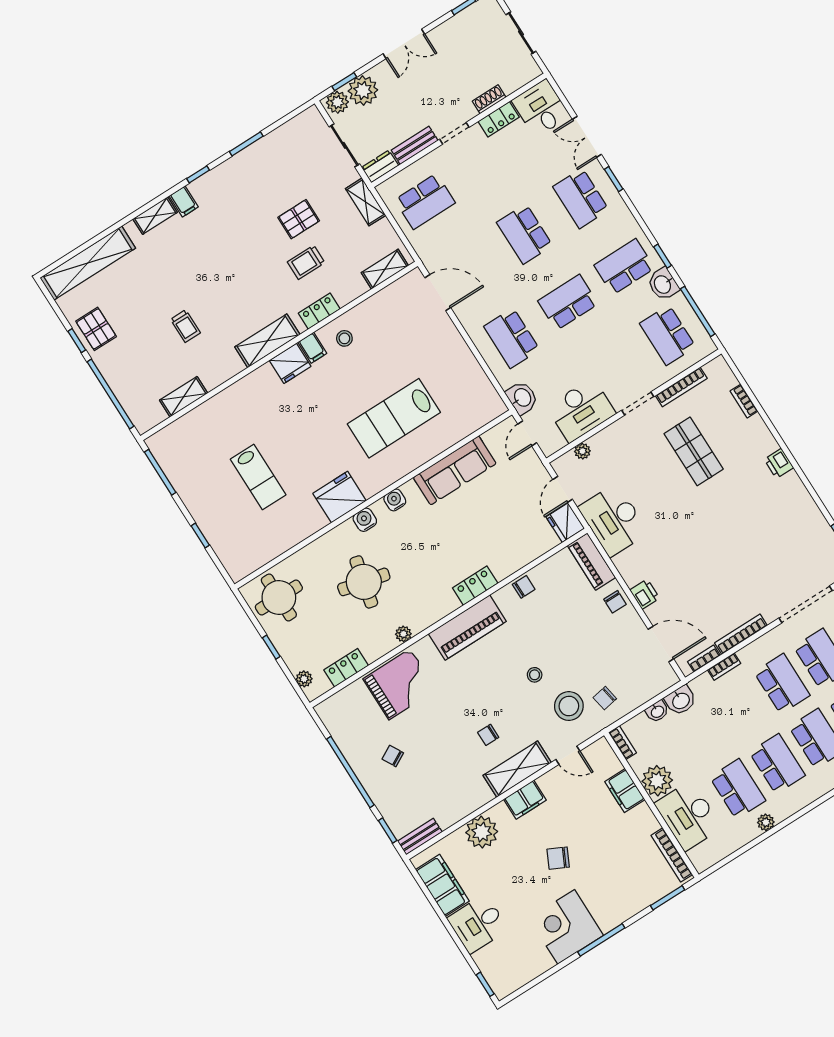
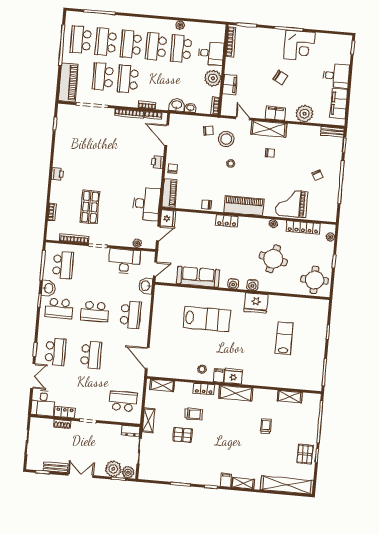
bench: (415, 145) -> (56, 467), moved
locker: (346, 668) -> (303, 227), width x1.53
desk: (688, 816) -> (211, 53), width x0.73

